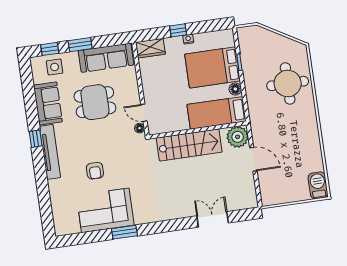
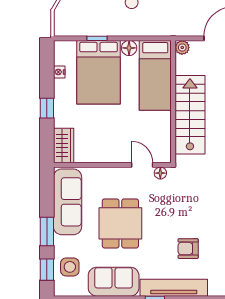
nightstand: (188, 39) -> (59, 72), moved
door: (144, 113) -> (142, 165), swing flipped
plant: (238, 137) -> (182, 47), width x0.53, depth x0.53
armchair: (95, 171) -> (188, 249), moved, turned 180

